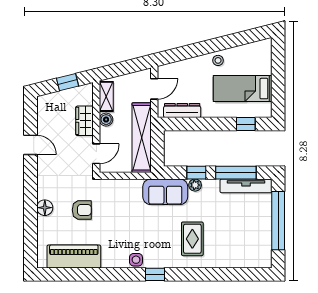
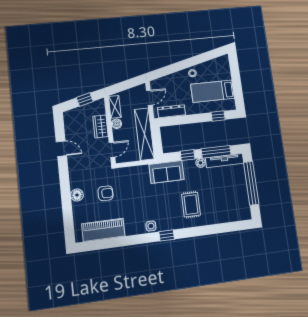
plant: (195, 185) -> (201, 163), moved

